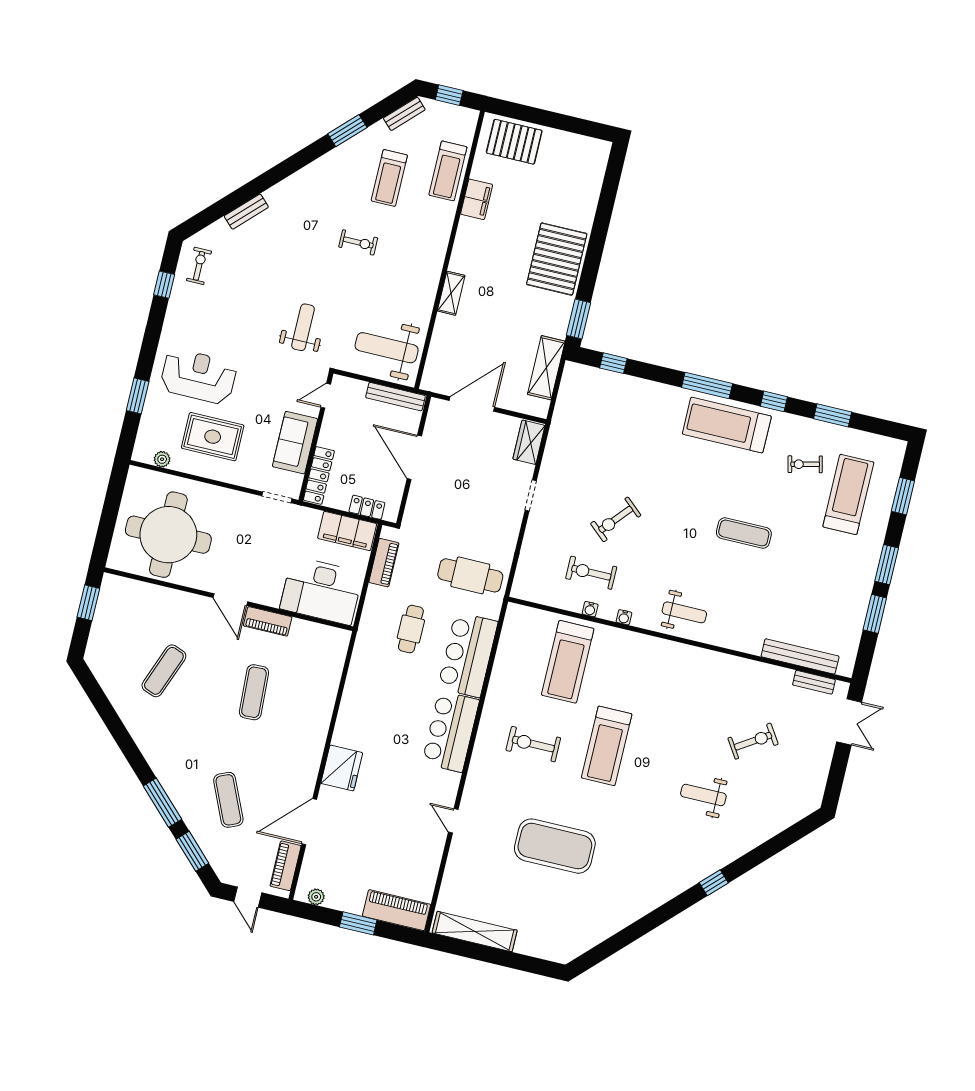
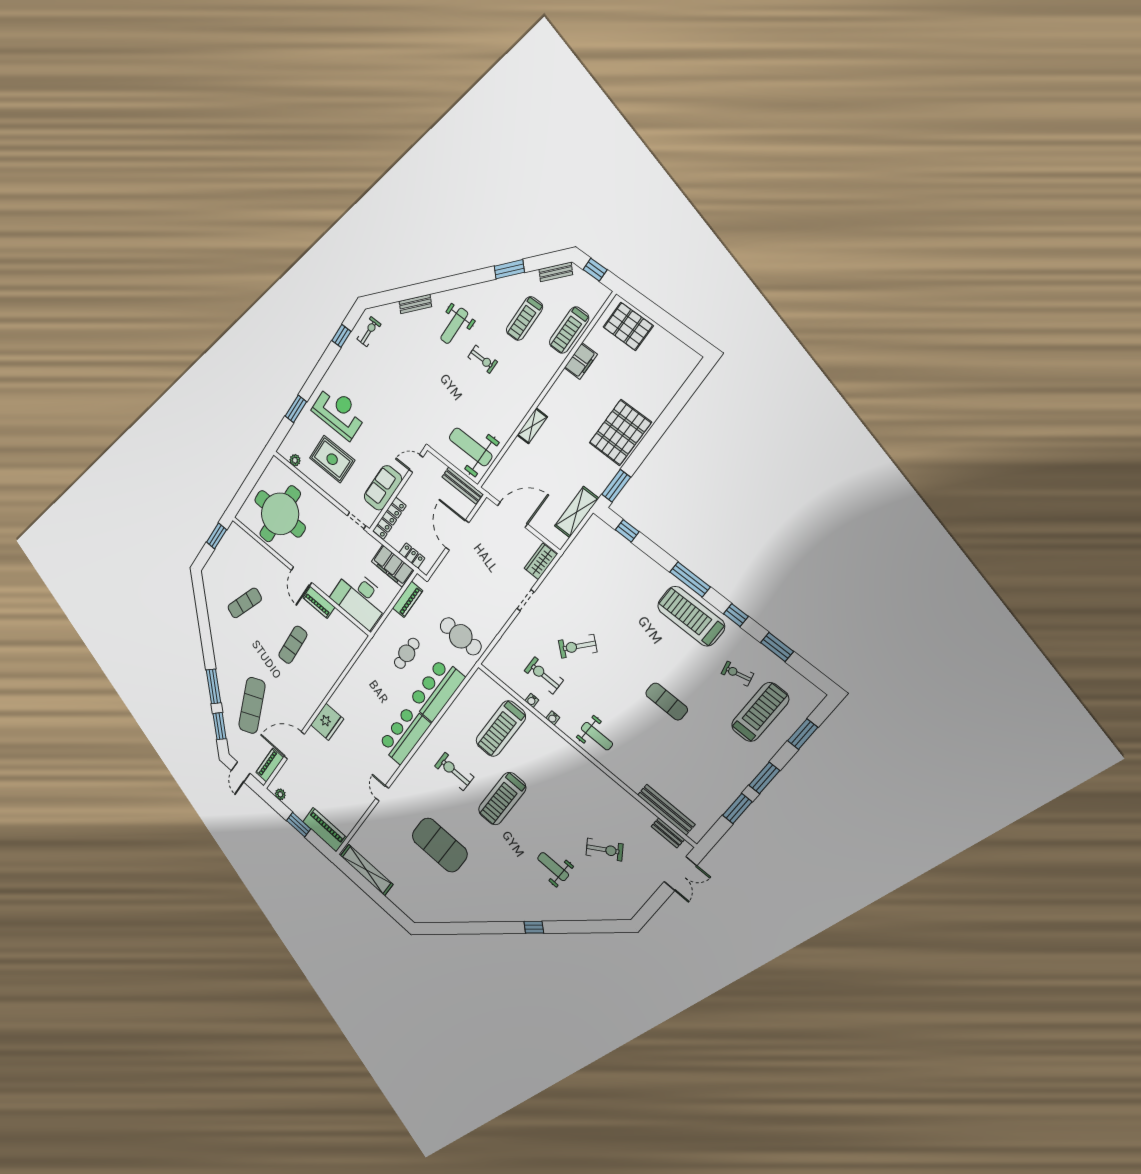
weight bench: (303, 327) -> (454, 326), moved, turned 180
exercise mat: (228, 800) -> (252, 705), width x1.36, depth x1.45

